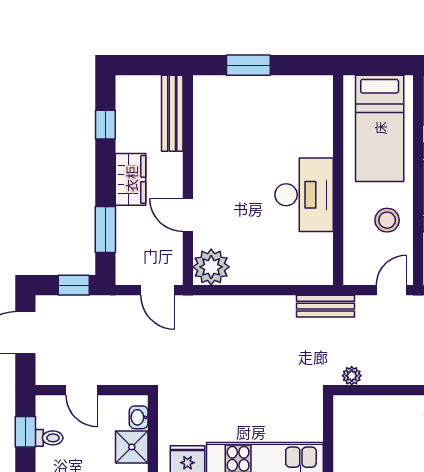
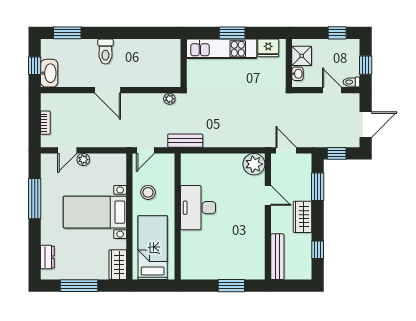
toilet: (49, 438) -> (351, 82), moved

